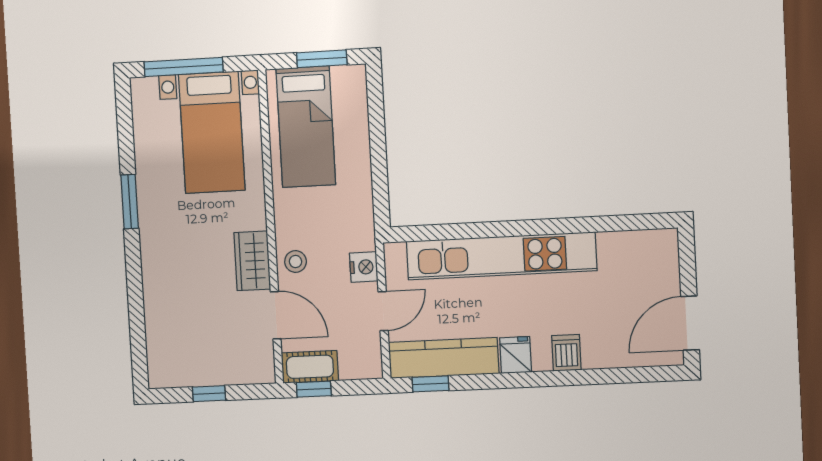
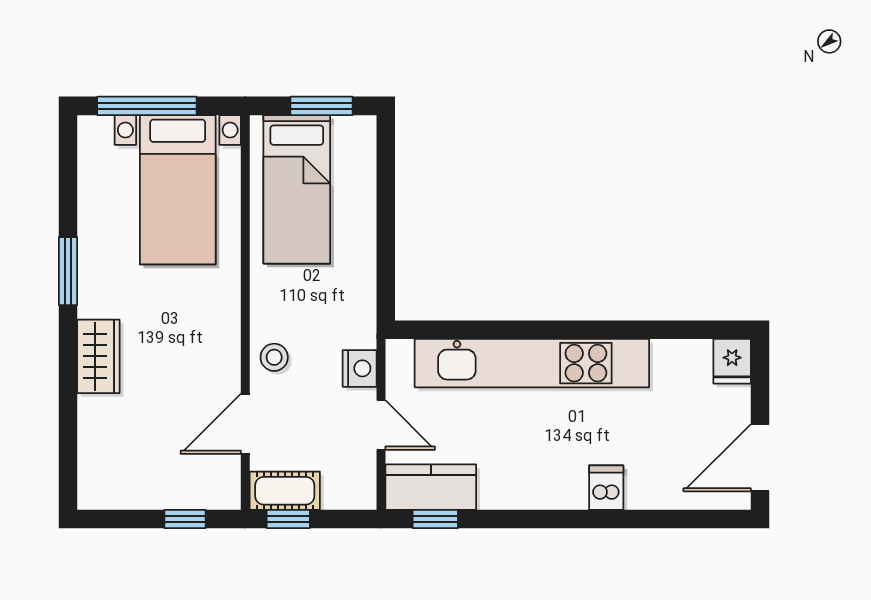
wardrobe: (252, 261) -> (98, 356), moved, turned 180
door: (383, 311) -> (381, 425), hinge flipped
door: (276, 315) -> (245, 424), swing flipped
fridge: (516, 355) -> (732, 361), moved, turned 180
kitchen counter: (444, 358) -> (431, 487), width x0.67
window: (209, 394) -> (185, 519), moved

